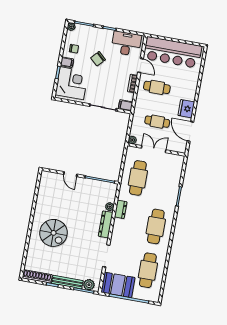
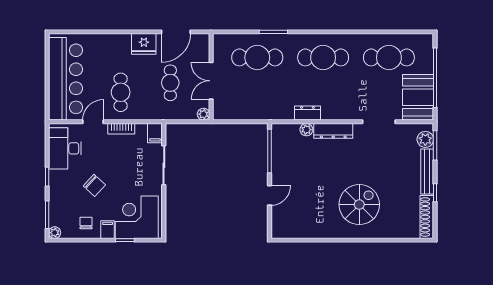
cafe table: (138, 178) -> (257, 57), moved

